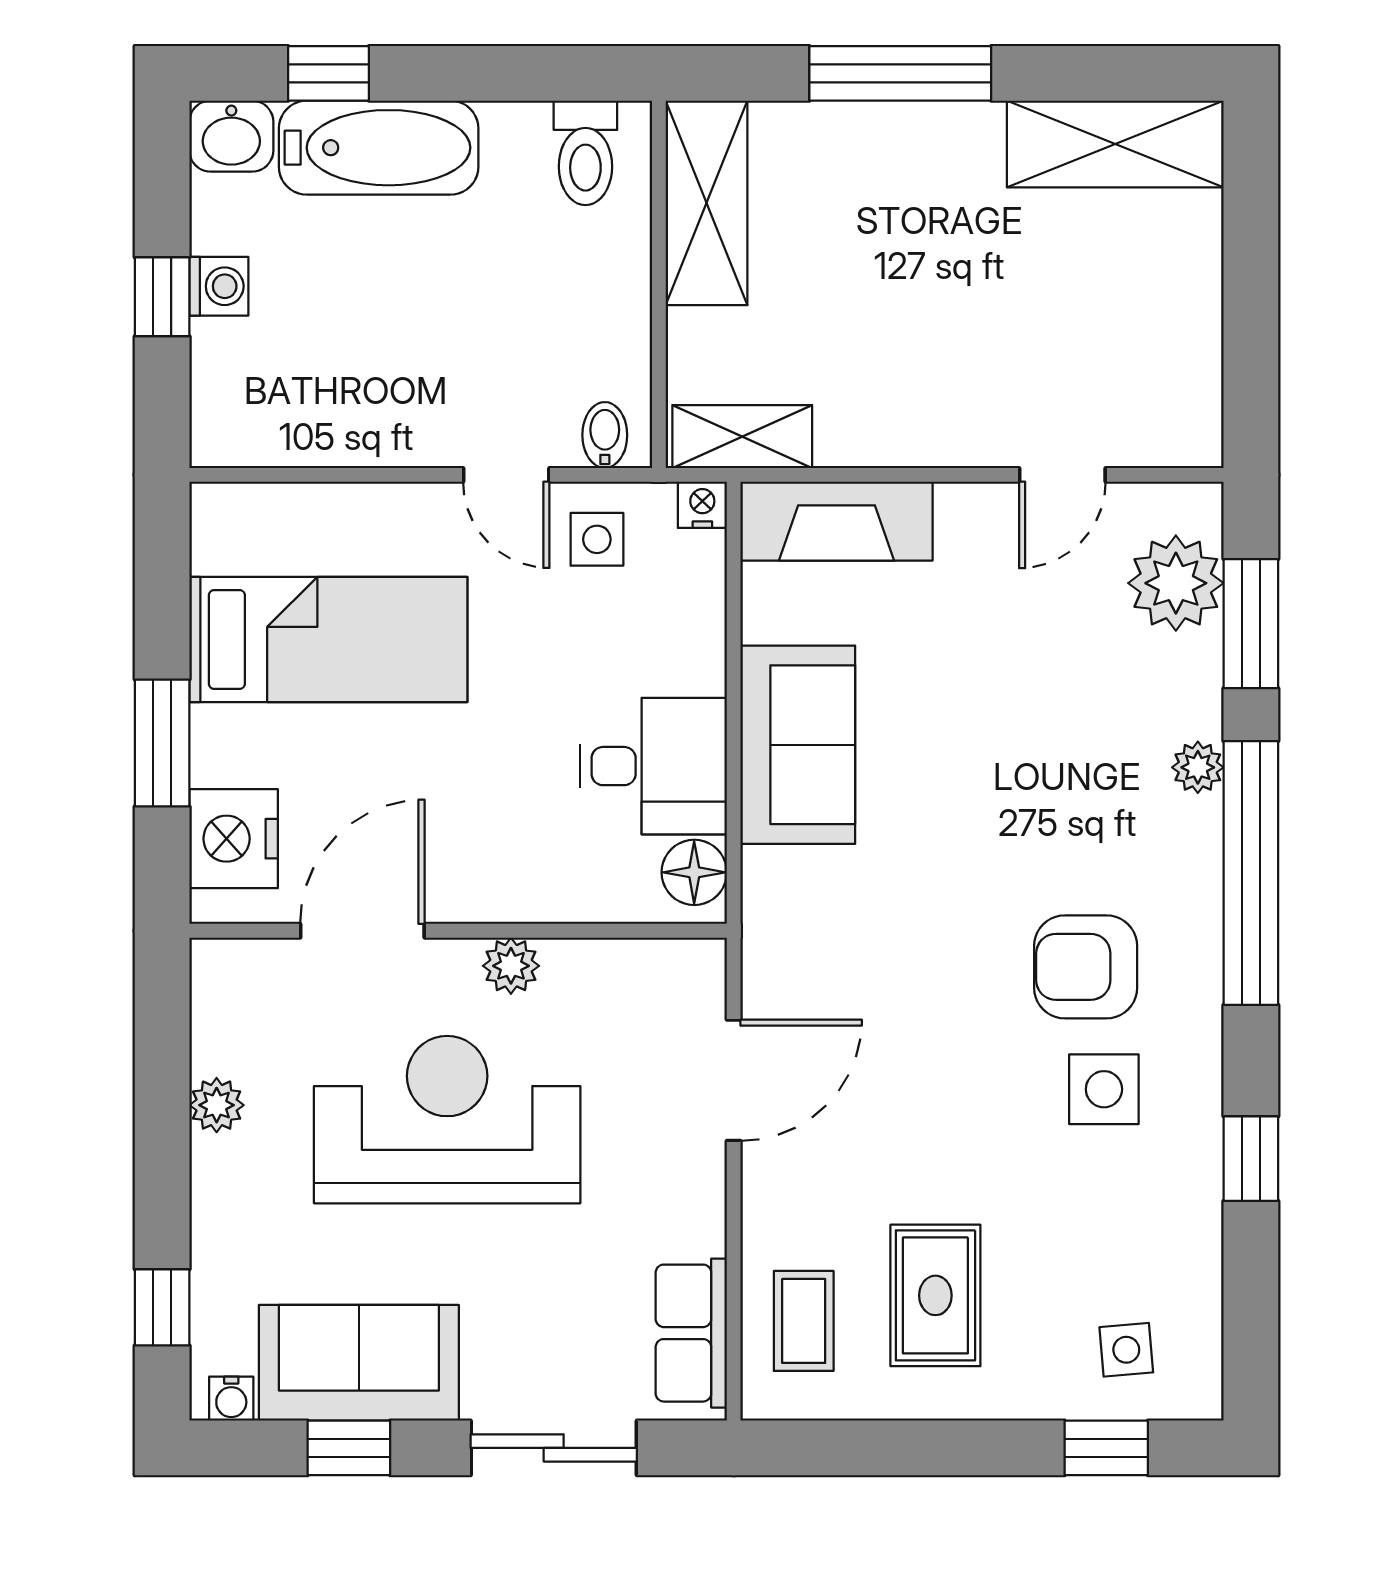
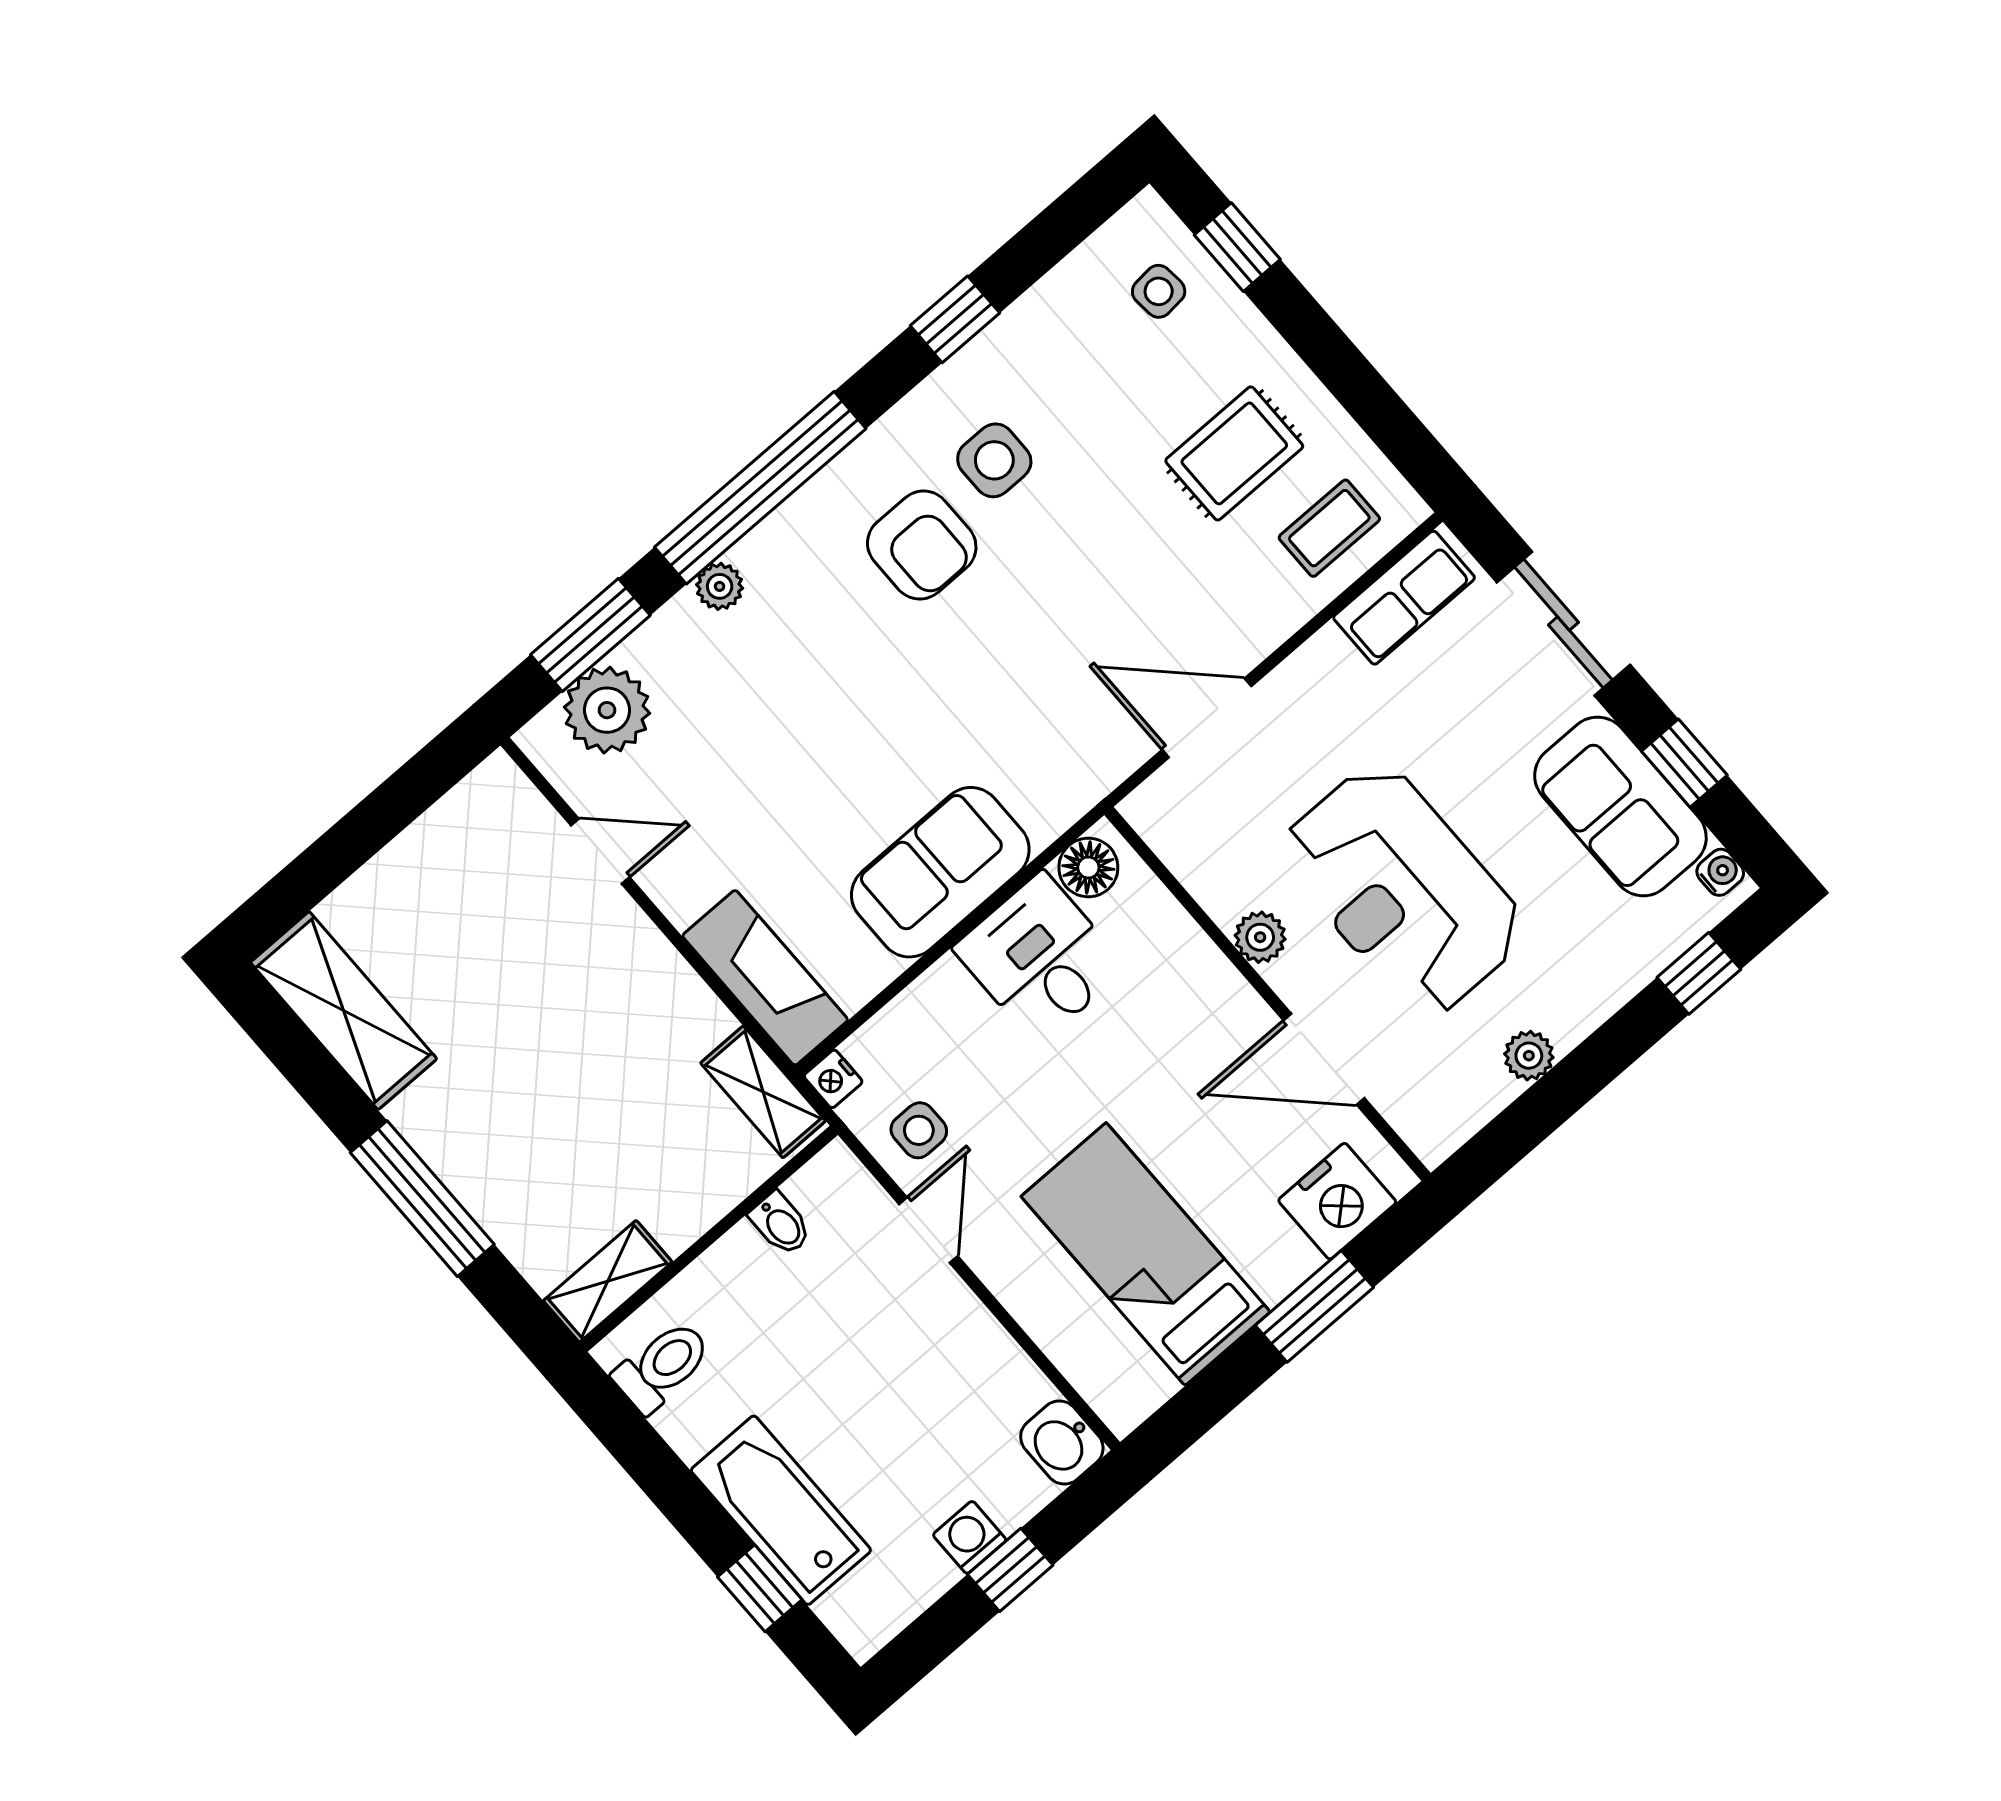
washbasin: (231, 136) -> (1062, 1443), moved, turned 180
shelving: (707, 203) -> (608, 1281), width x0.67, depth x0.75
bidet: (605, 435) -> (781, 1224), moved, turned -90

